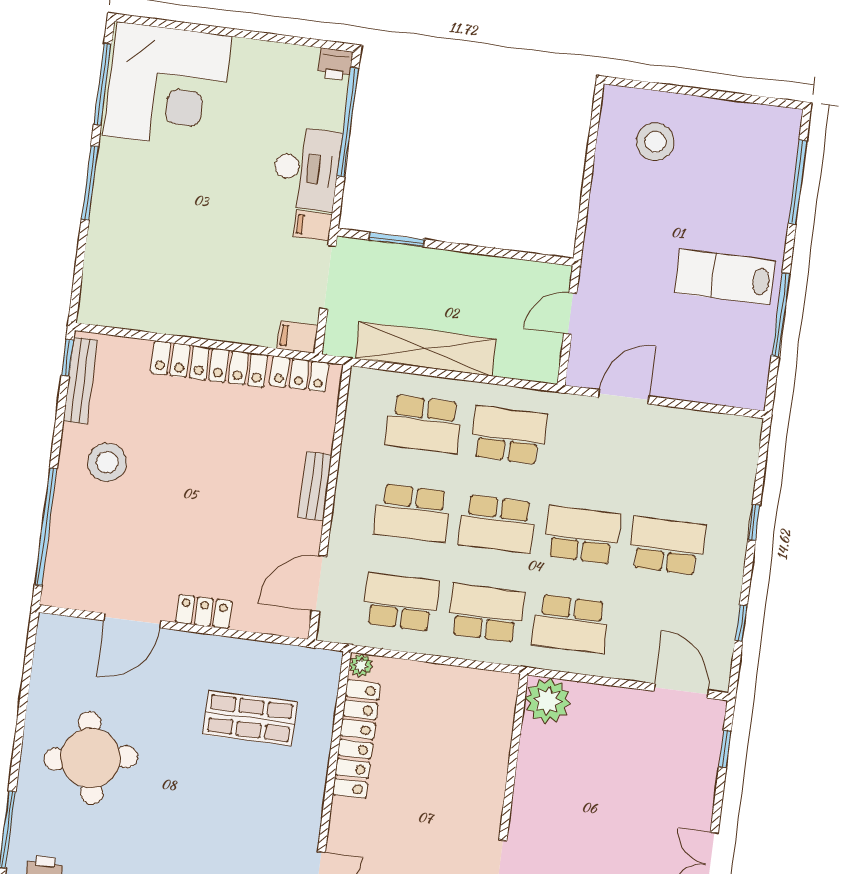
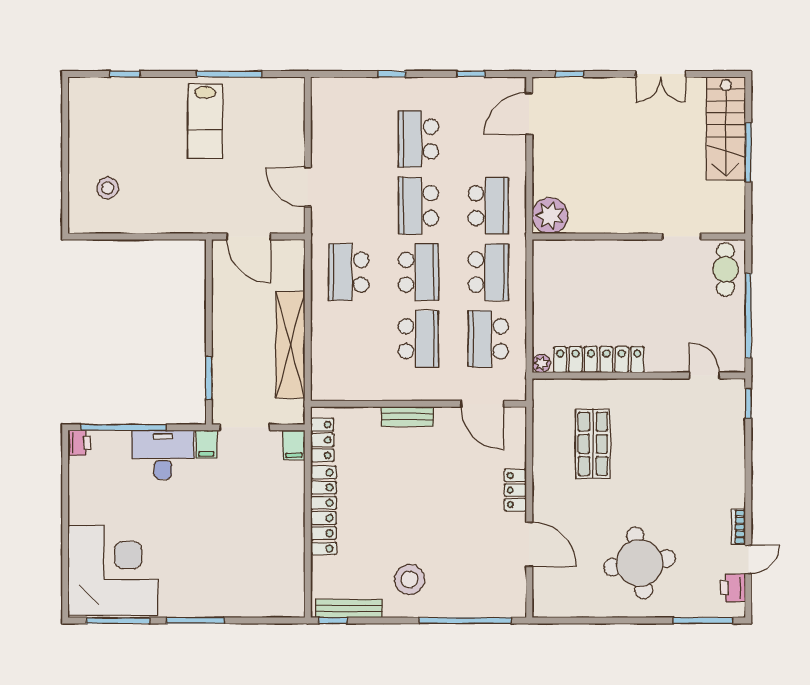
stool: (655, 142) -> (108, 188), width x0.73, depth x0.73
window: (798, 182) -> (125, 74), width x0.46
door: (570, 314) -> (249, 237), width x1.38
school desk: (424, 424) -> (349, 339), removed
school desk: (486, 613) -> (488, 272), turned 180

